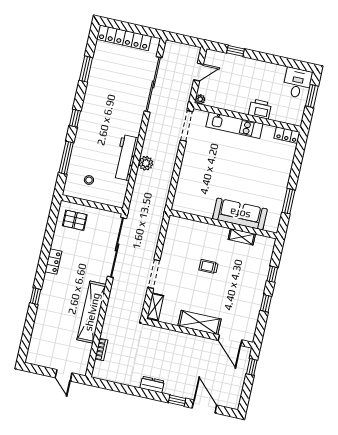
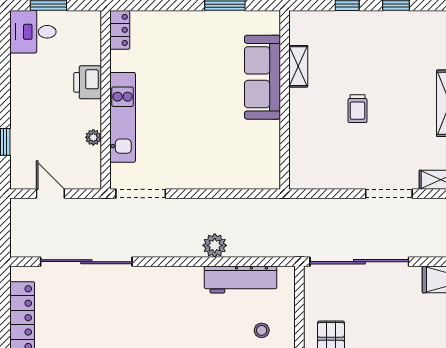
plant: (200, 99) -> (93, 137), moved
workbench: (126, 158) -> (241, 280), moved

